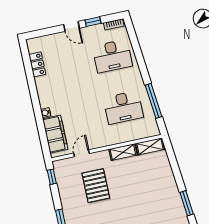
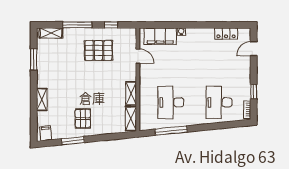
door: (71, 26) -> (254, 49), moved
window: (52, 177) -> (111, 25), moved
pallet: (96, 186) -> (98, 50), moved
pallet: (161, 198) -> (83, 118), added

